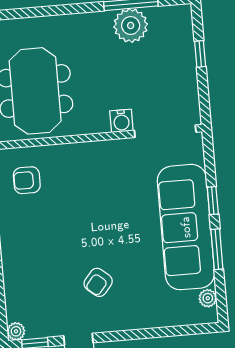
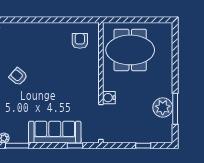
window: (213, 201) -> (75, 146), moved
sofa: (186, 227) -> (55, 132), width x0.74, depth x0.79
window: (217, 249) -> (17, 146), moved

